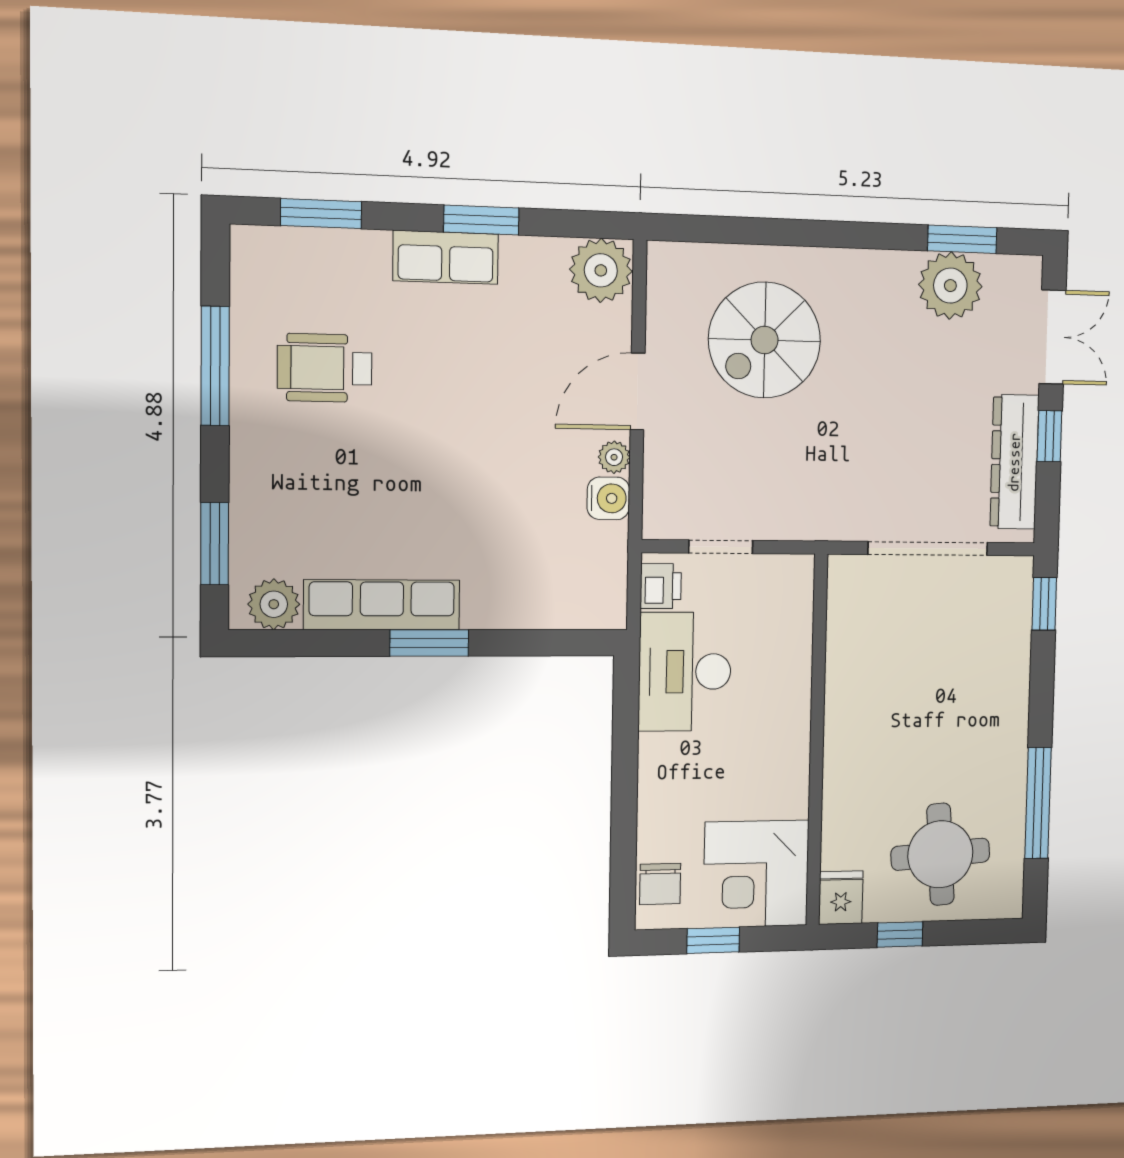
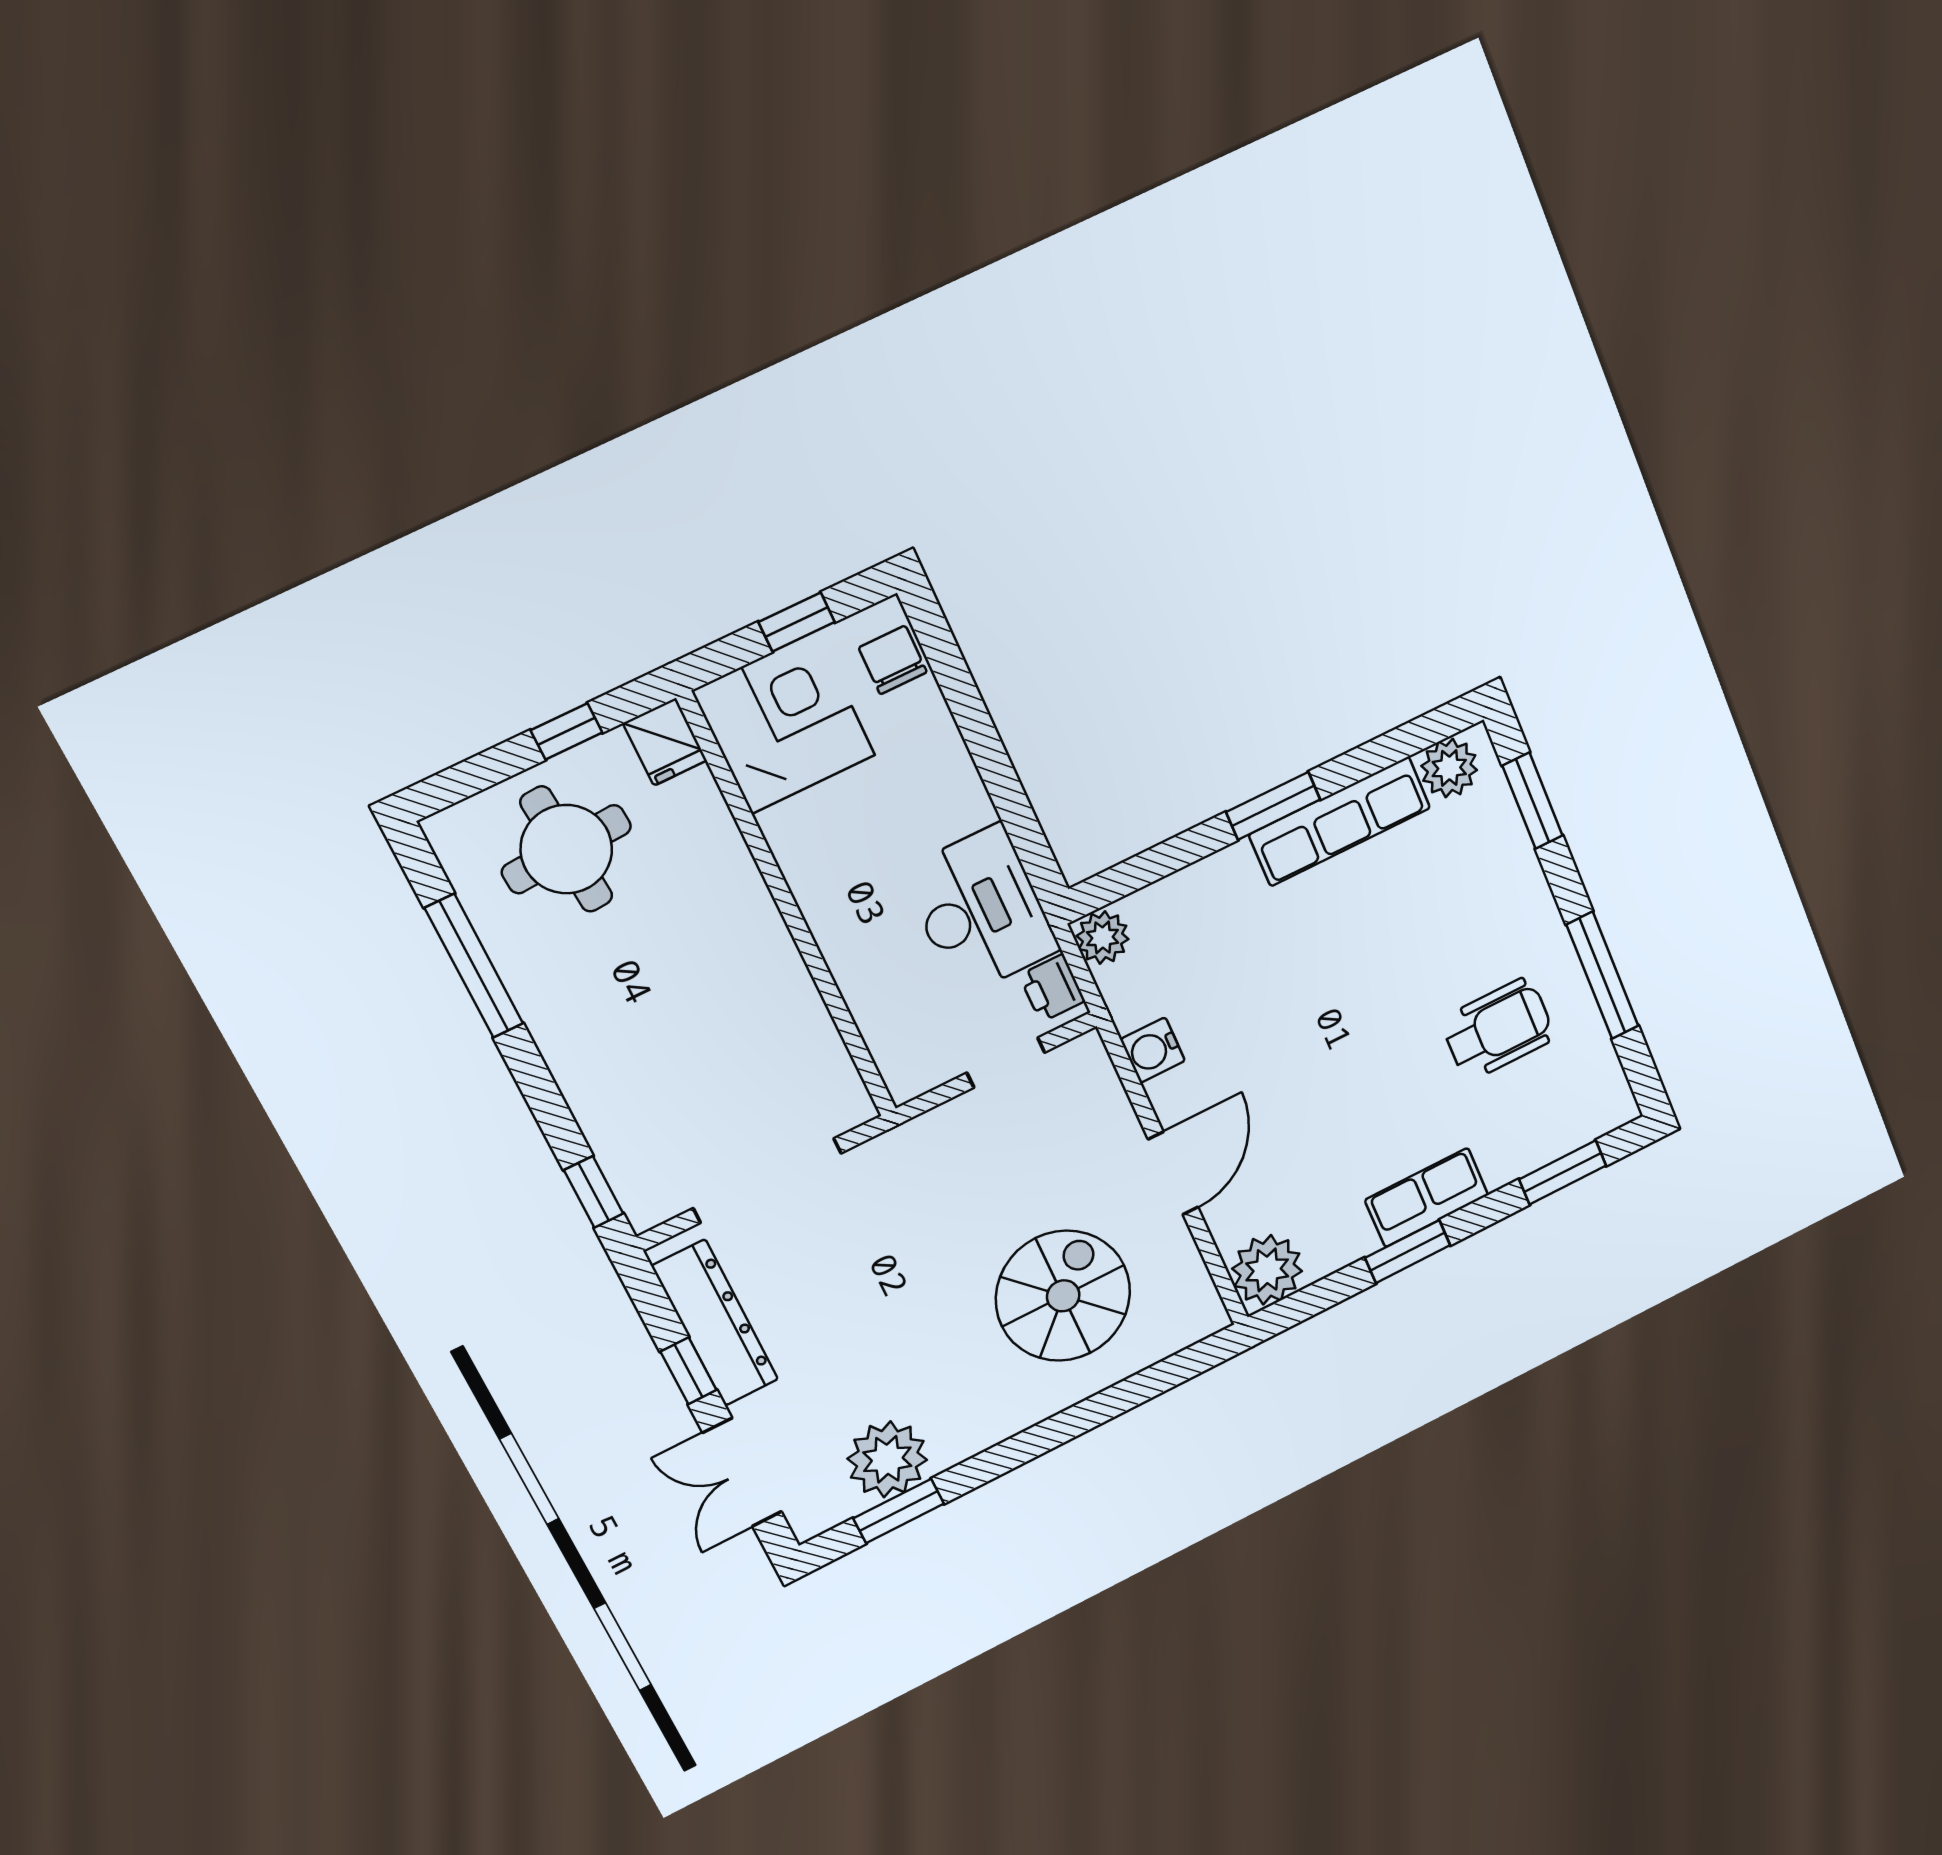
plant: (614, 457) -> (1103, 938), moved, width x1.38, depth x1.38

